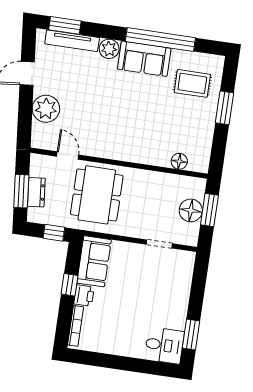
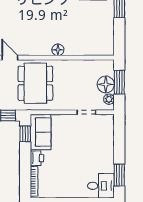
floor lamp: (179, 161) -> (58, 50), moved
plant: (192, 231) -> (109, 99), added
window: (70, 285) -> (25, 134), moved

